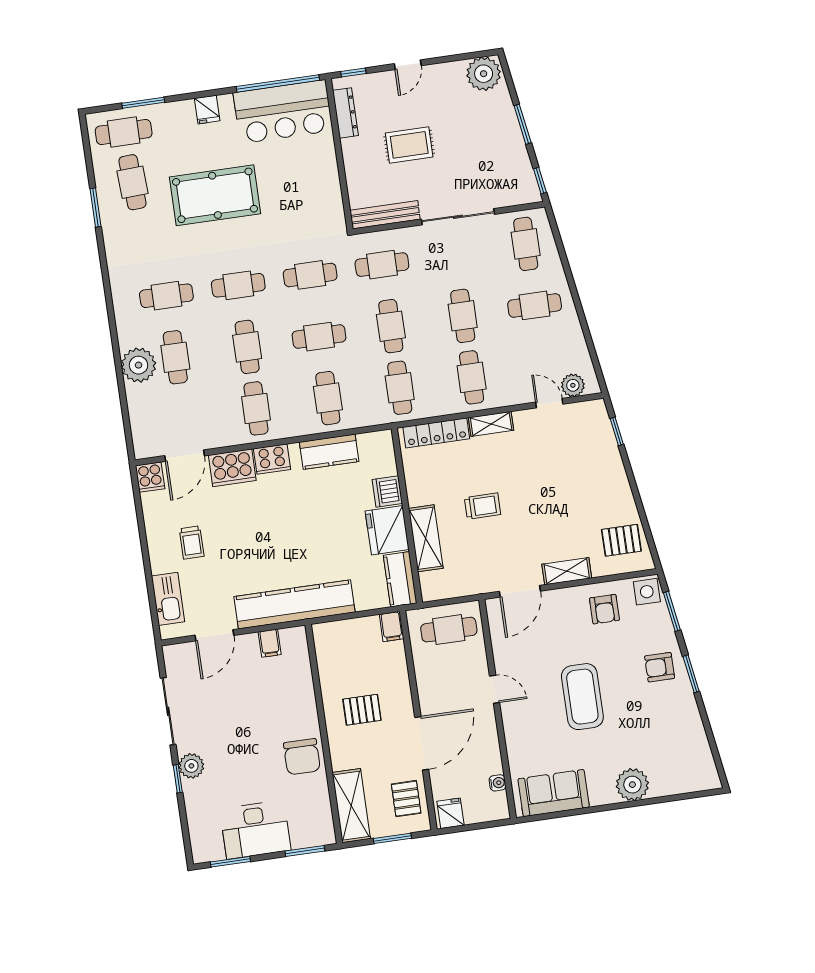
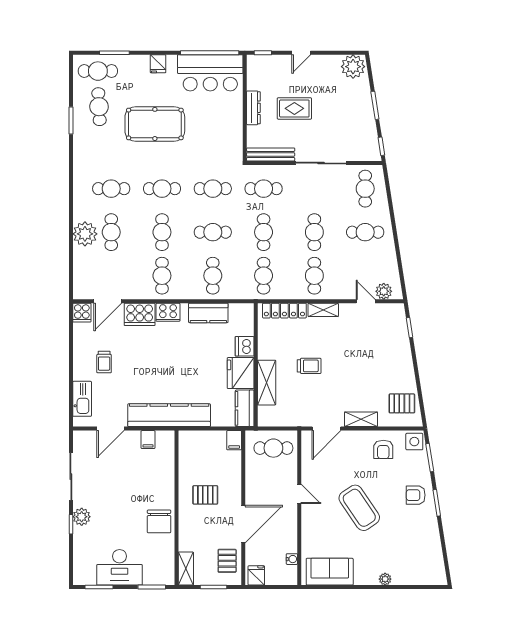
dresser: (345, 113) -> (253, 108), moved
coffee table: (582, 697) -> (359, 508), turned -34
plant: (632, 785) -> (385, 579), width x0.53, depth x0.53
shelving: (351, 806) -> (186, 569), width x0.67, depth x0.75

